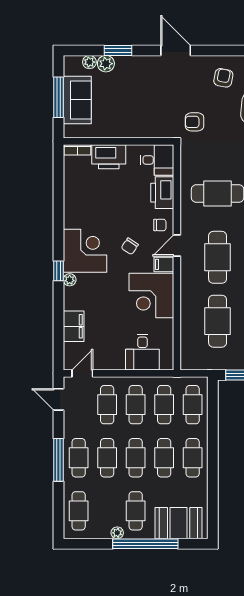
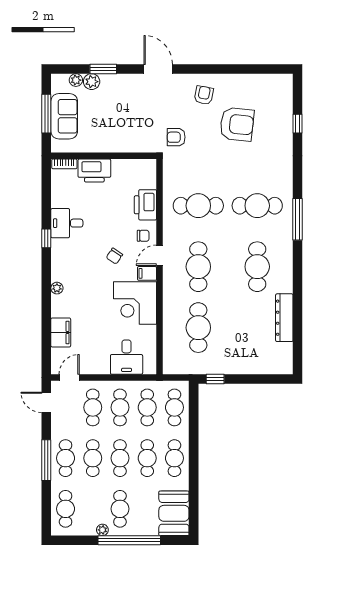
desk: (157, 160) -> (67, 223), moved, turned 180
corner desk: (85, 251) -> (72, 260), removed
window: (59, 271) -> (46, 238), moved
booth: (179, 523) -> (174, 513), moved, turned 90

